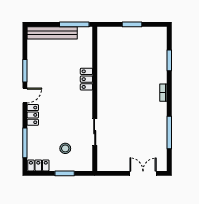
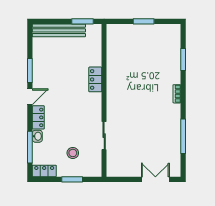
window: (74, 24) -> (82, 21), width x0.69
washbasin: (32, 133) -> (37, 136), added

